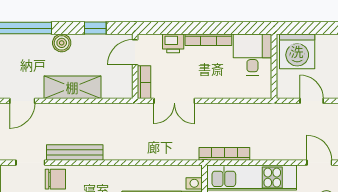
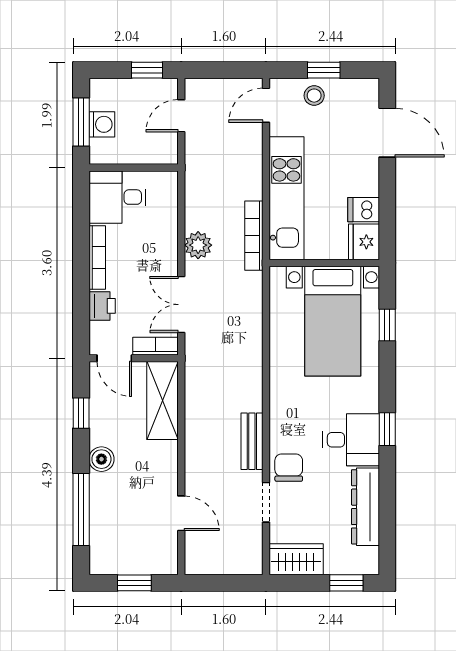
window: (307, 28) -> (81, 122), added
washing machine: (297, 51) -> (102, 124), width x0.53, depth x0.53
shelving: (72, 87) -> (162, 400), moved
double door: (174, 101) -> (181, 305), swing flipped
plant: (217, 113) -> (198, 245), added
bench: (75, 152) -> (252, 441), width x0.73

